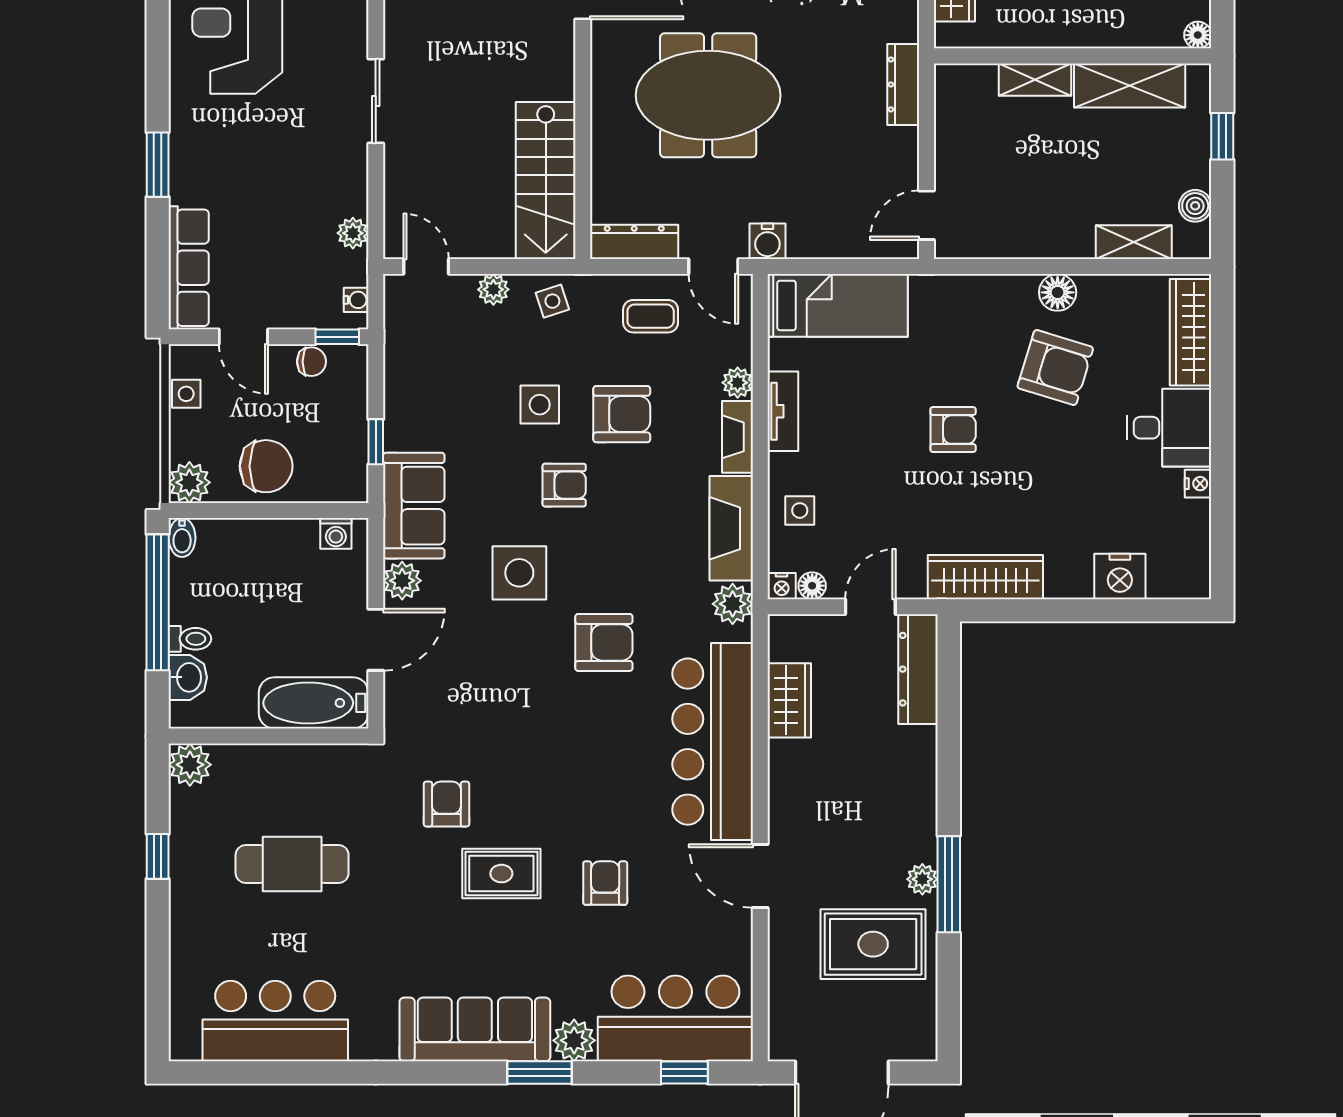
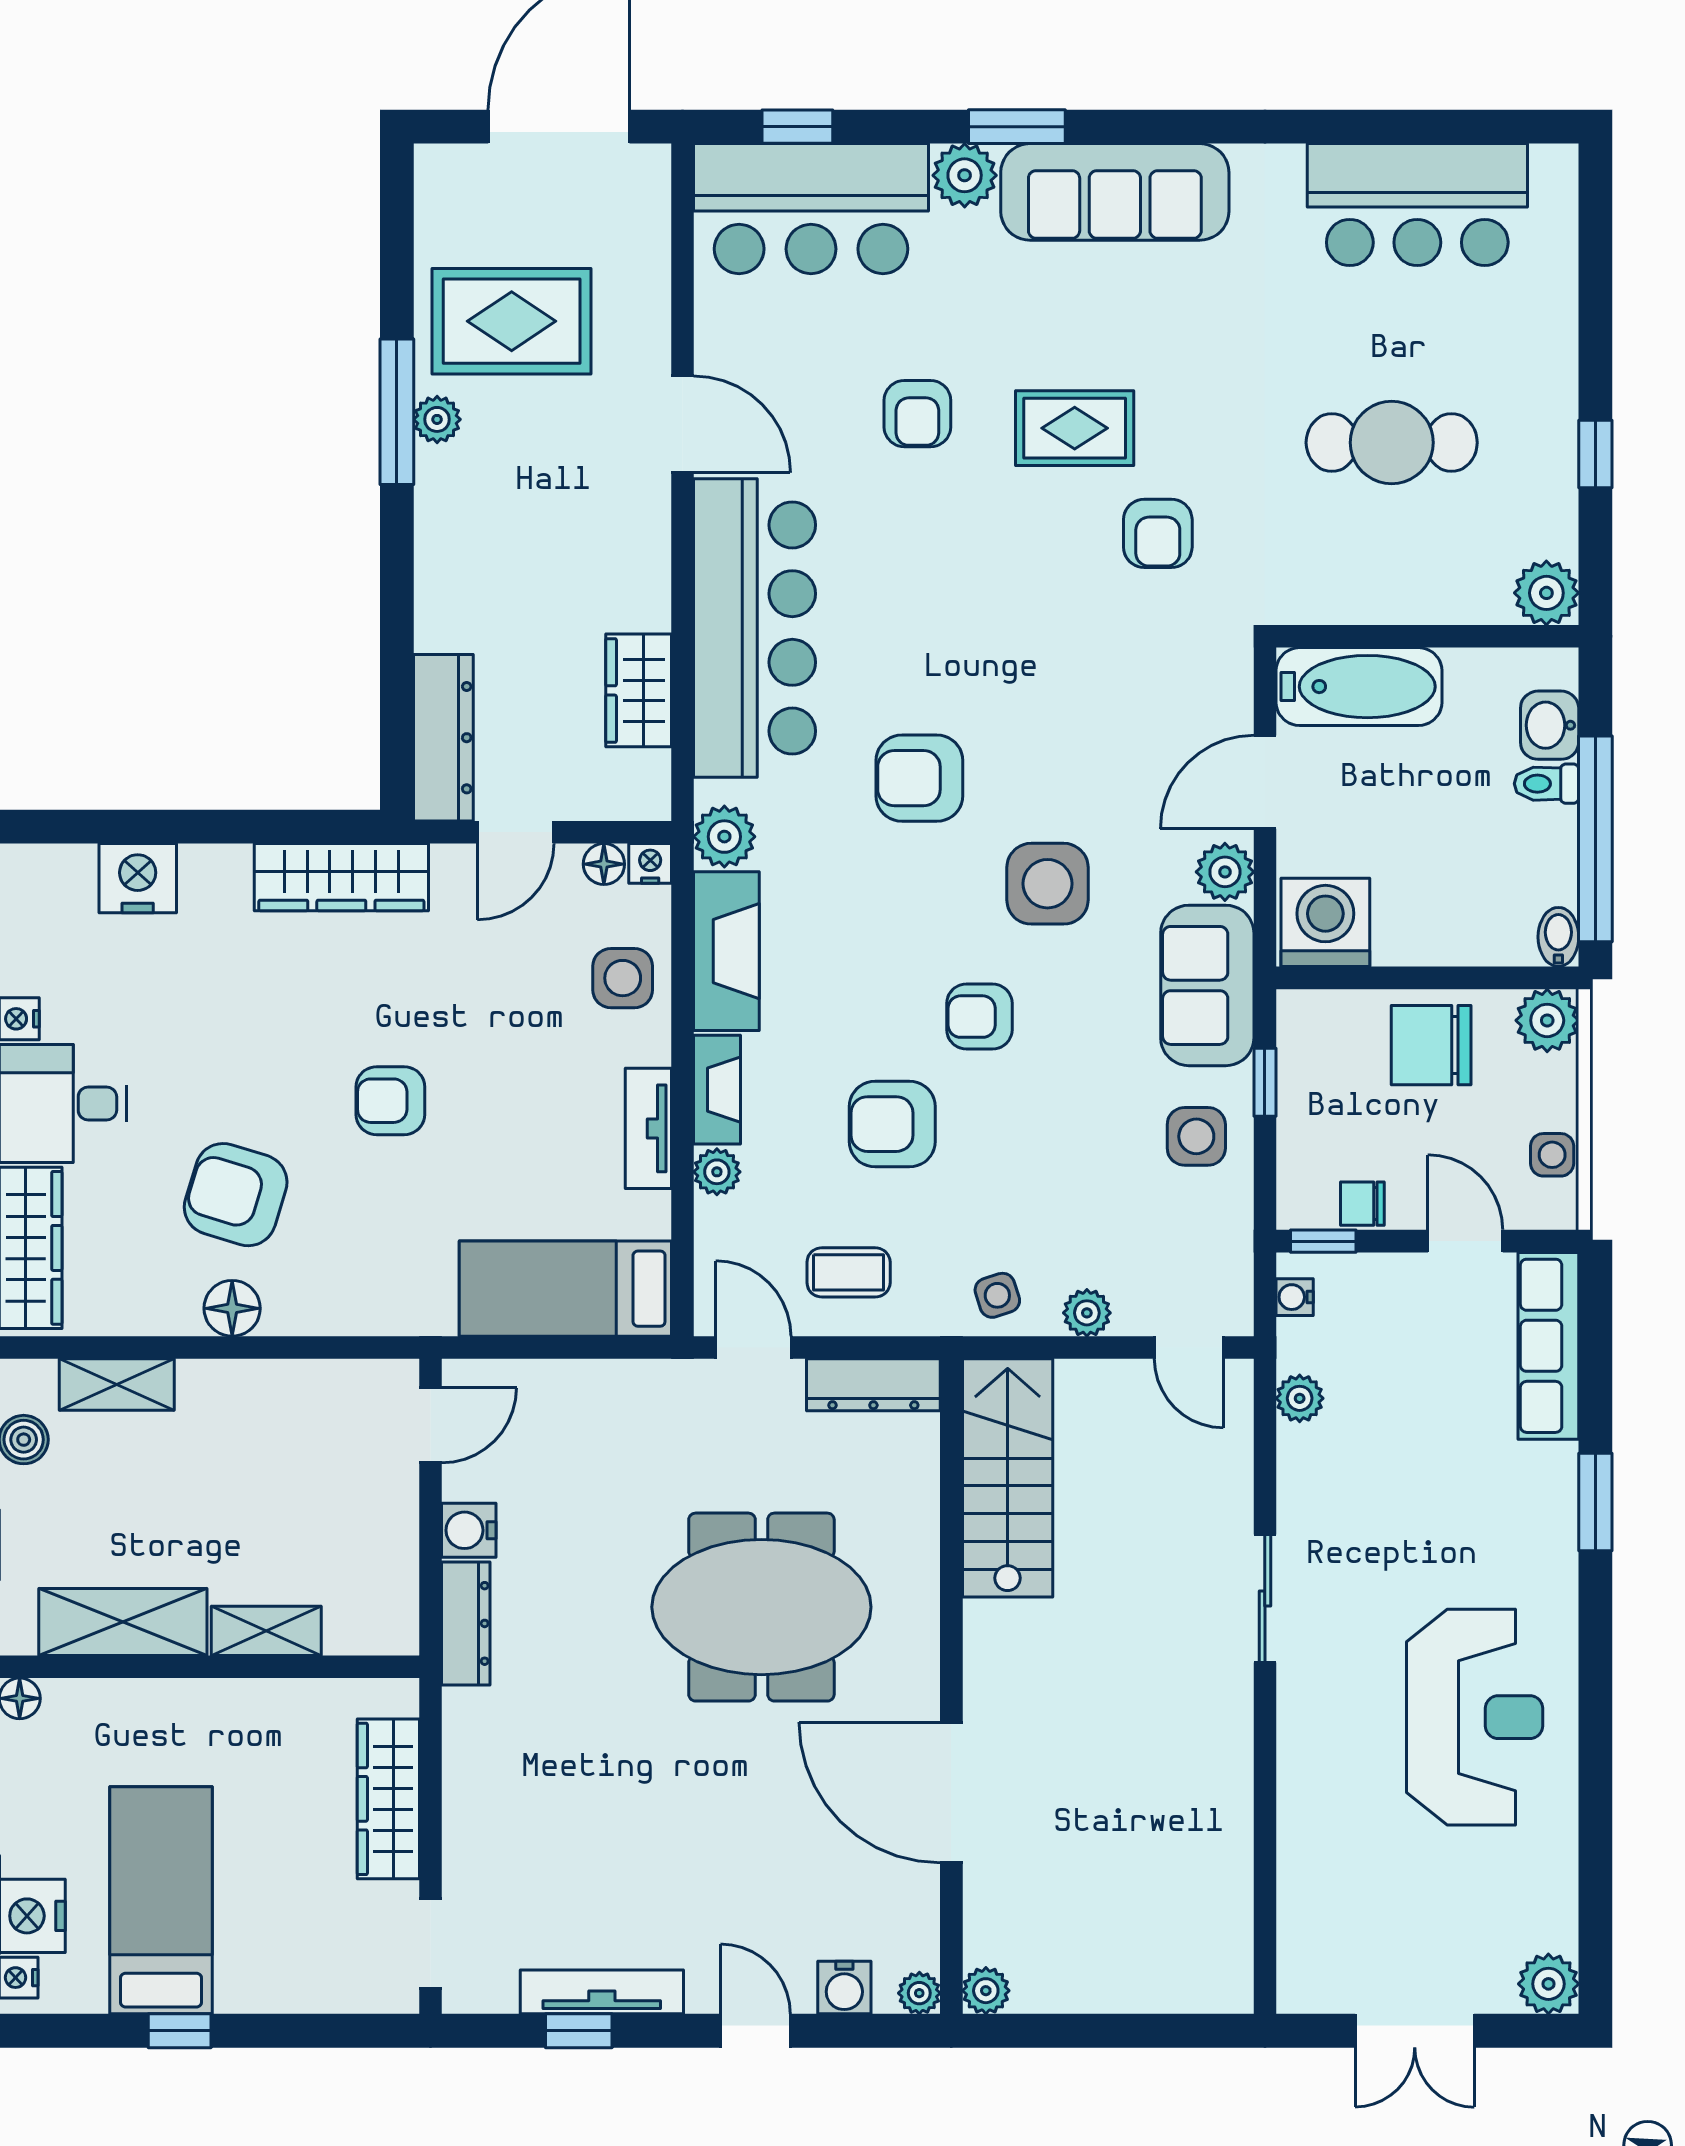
water cooler: (767, 241) -> (469, 1530), moved, turned -90
side table: (540, 405) -> (1196, 1136), moved
side table: (800, 510) -> (623, 978), width x1.37, depth x1.37
washing machine: (336, 533) -> (1325, 922), width x1.89, depth x1.89

